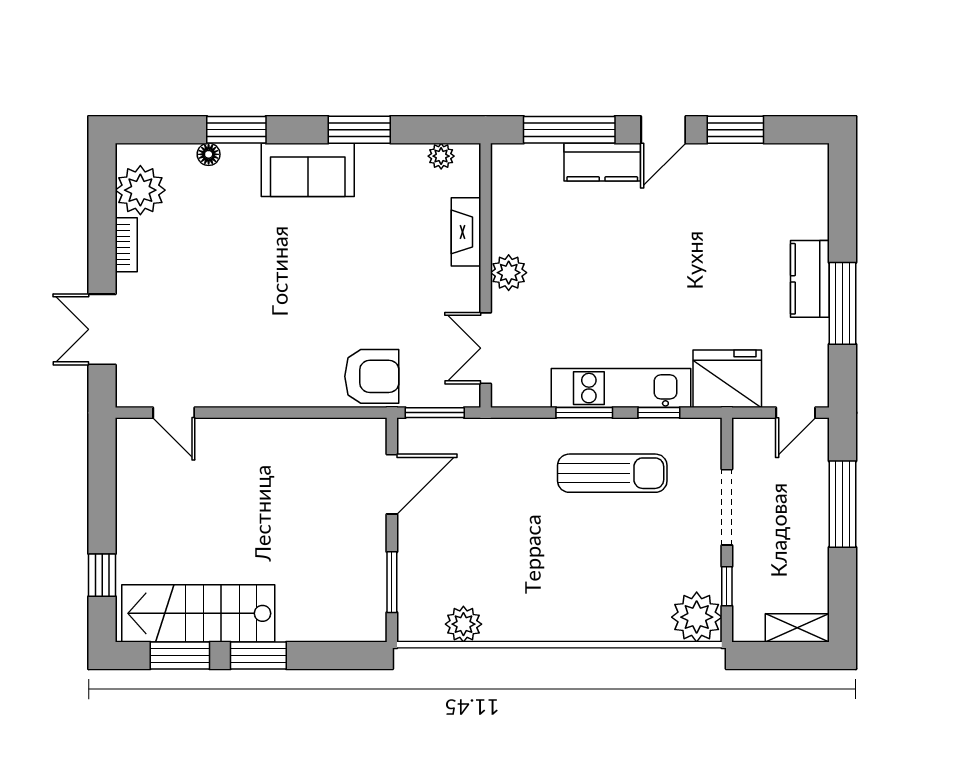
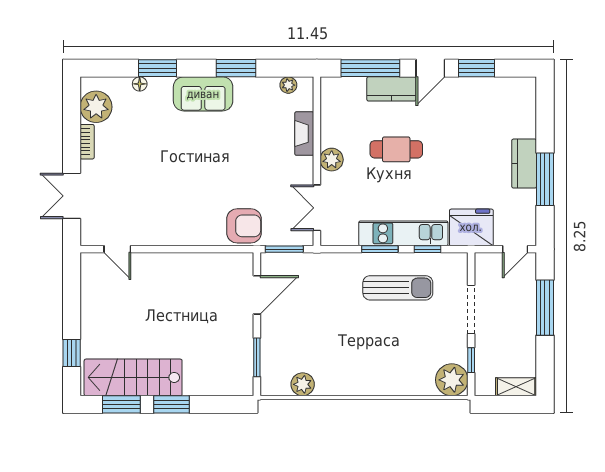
cafe table: (610, 257) -> (396, 149), added

